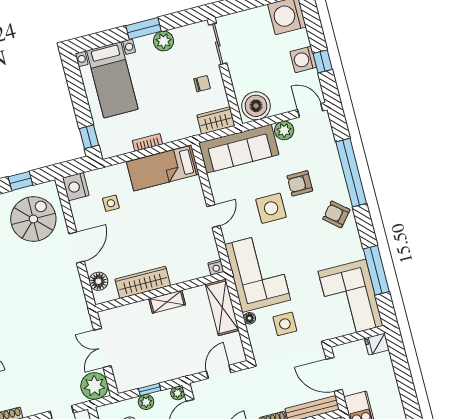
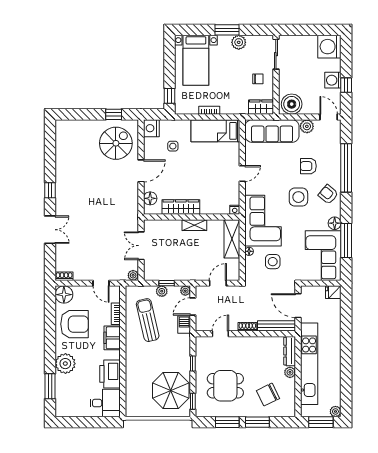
side table: (271, 208) -> (298, 197), moved
floor lamp: (355, 251) -> (335, 223), added
plant: (94, 386) -> (133, 275), width x0.53, depth x0.53

